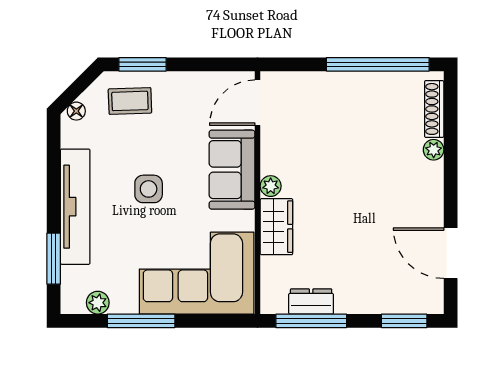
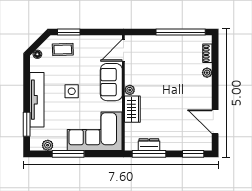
shoe rack: (434, 109) -> (207, 53), width x0.70

